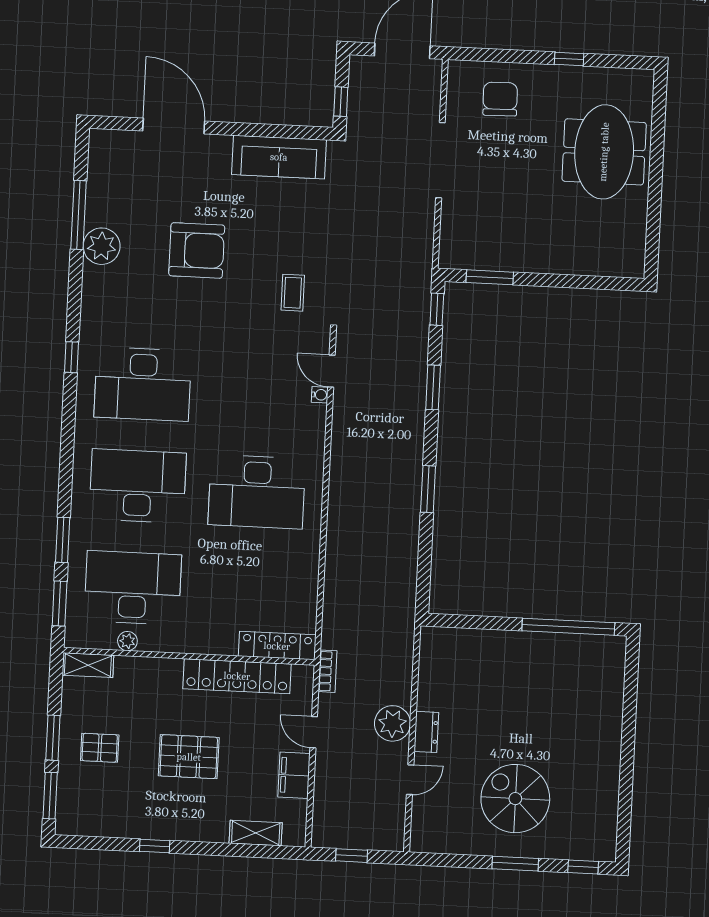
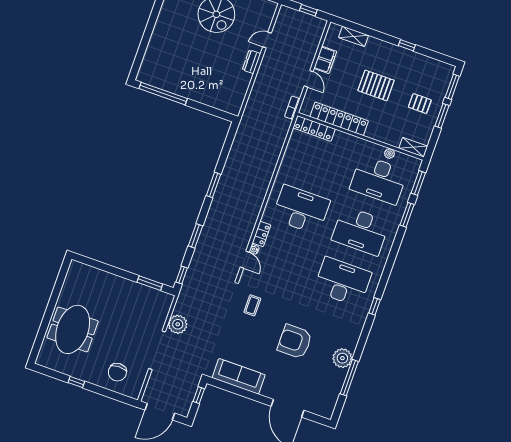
locker: (315, 427) -> (261, 234), added
plant: (392, 723) -> (178, 324), moved

